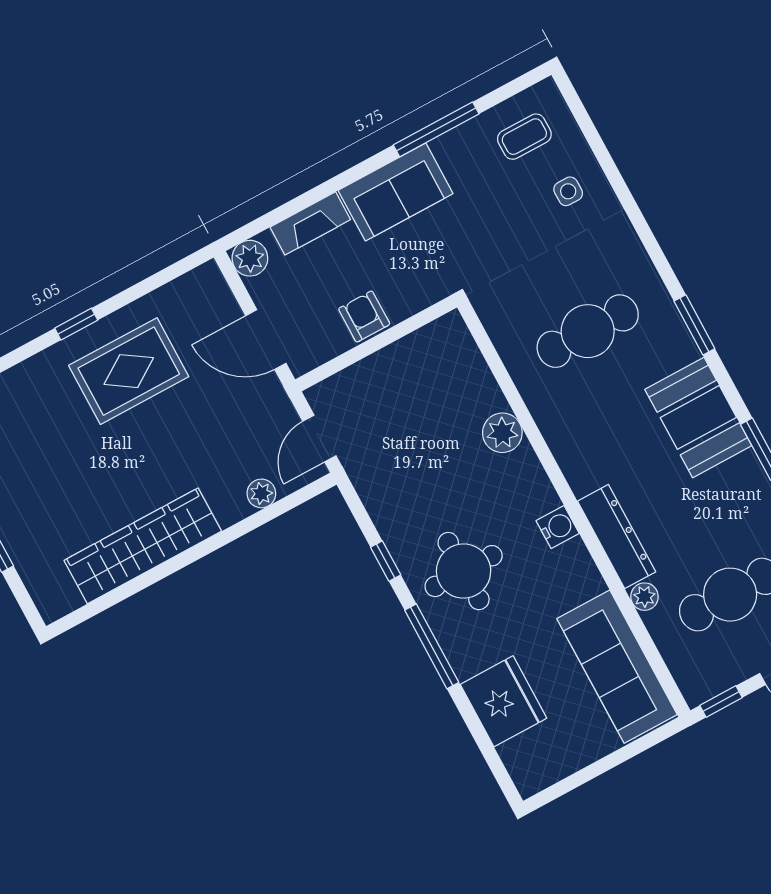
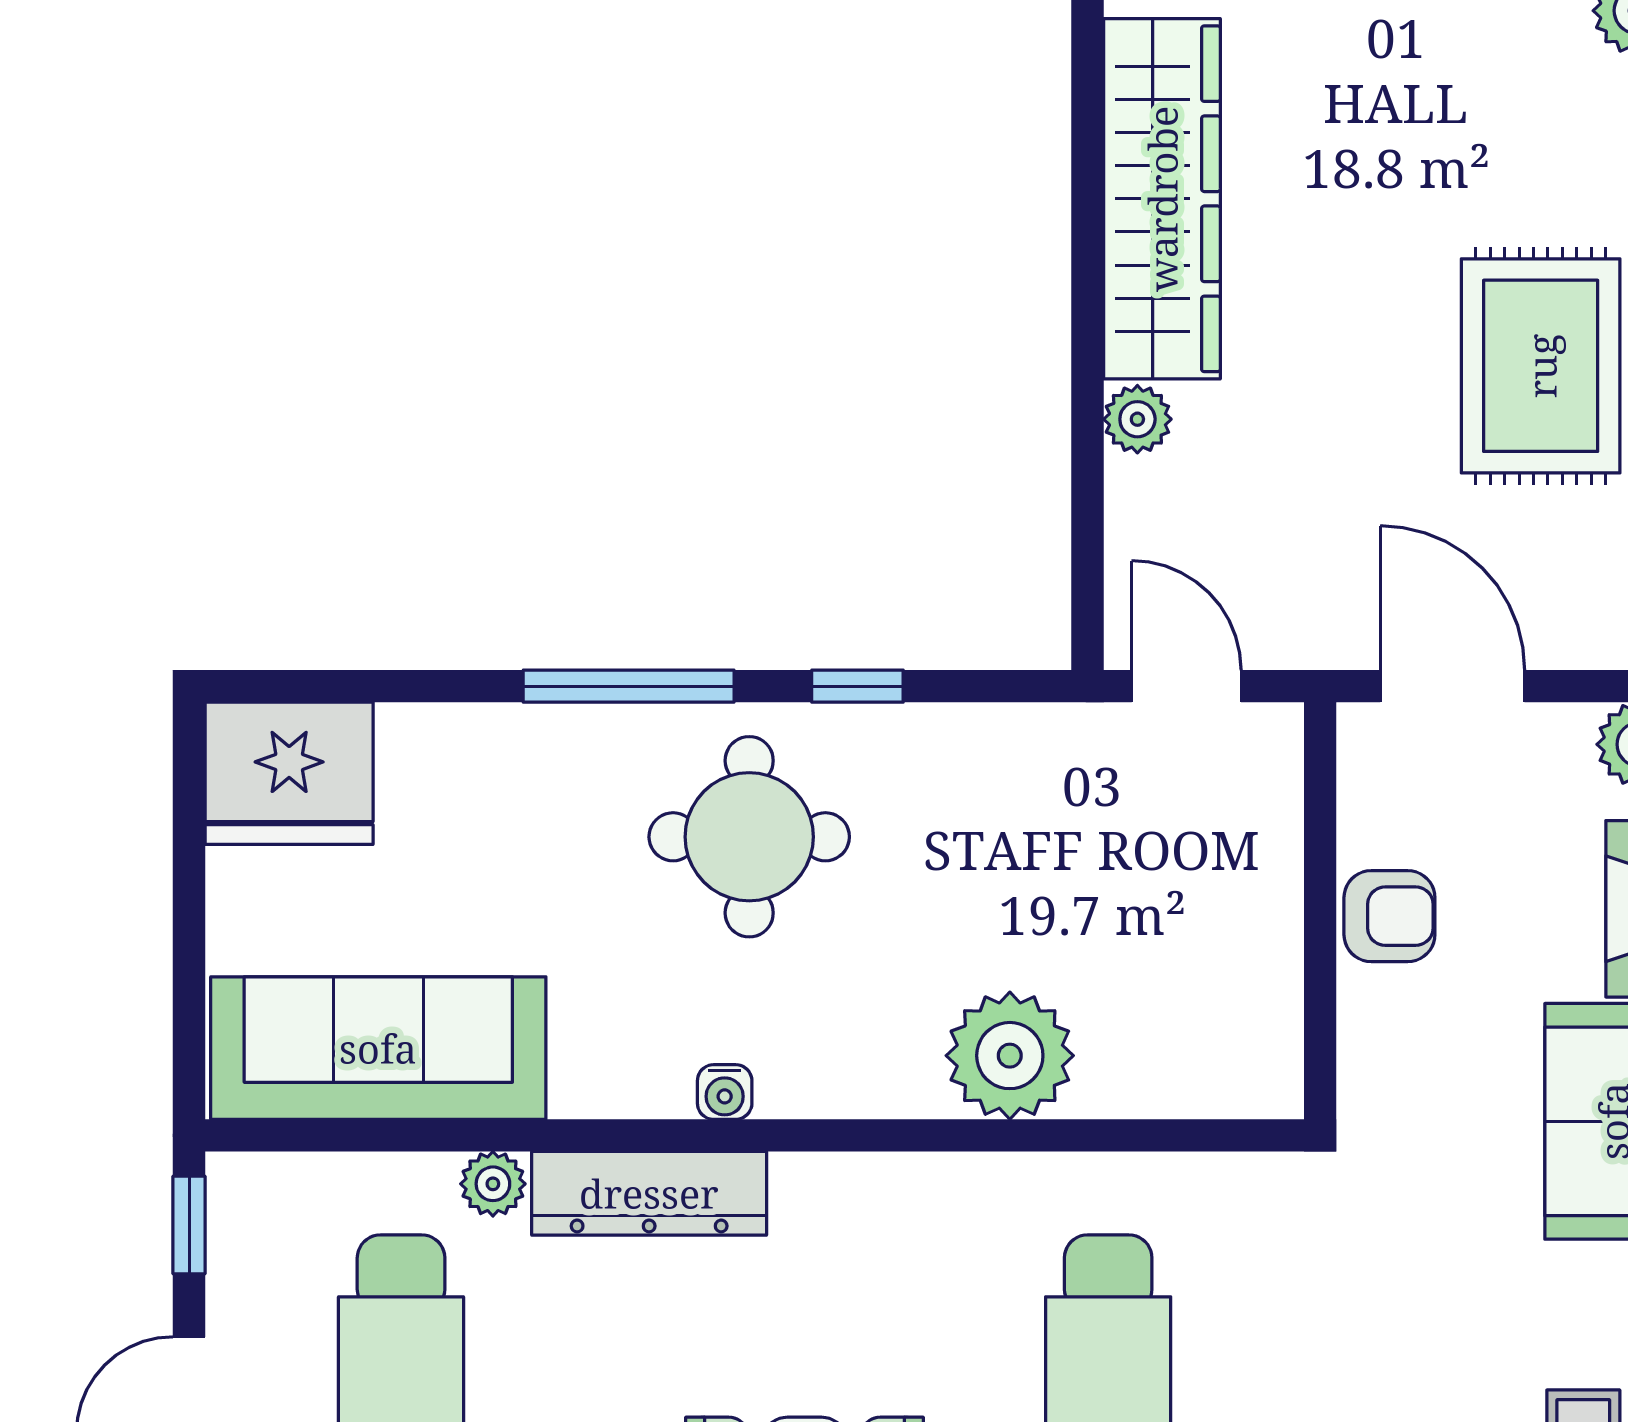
door: (266, 339) -> (1452, 686), hinge flipped
plant: (502, 433) -> (1010, 1056), width x1.36, depth x1.36
plant: (261, 493) -> (1137, 419), moved
water cooler: (558, 527) -> (725, 1092), width x0.72, depth x0.72
fridge: (503, 701) -> (289, 773), moved

